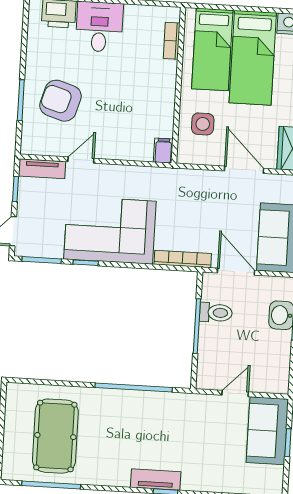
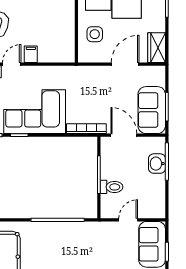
filing cabinet: (163, 151) -> (31, 54), moved
door: (244, 170) -> (125, 64), hinge flipped
toilet: (216, 313) -> (112, 187), moved

